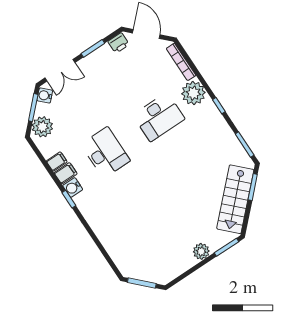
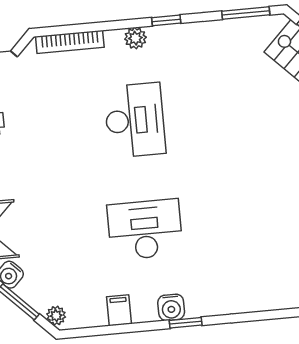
plant: (193, 93) -> (135, 38), width x0.53, depth x0.53
plant: (42, 127) -> (56, 316), width x0.53, depth x0.53
filing cabinet: (66, 173) -> (144, 306), removed

